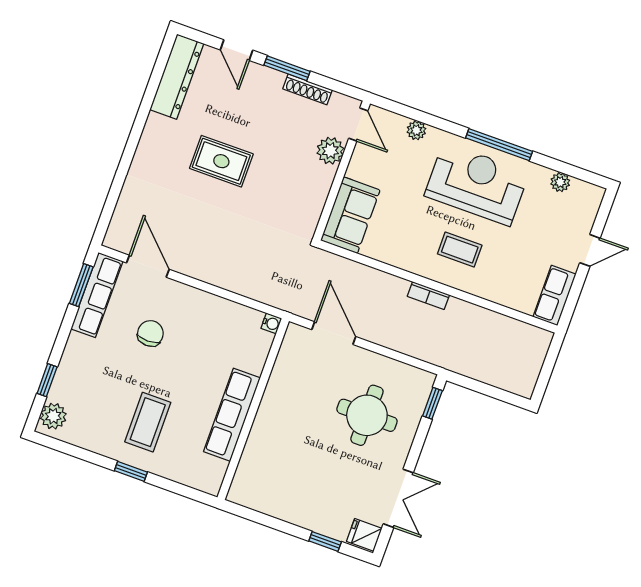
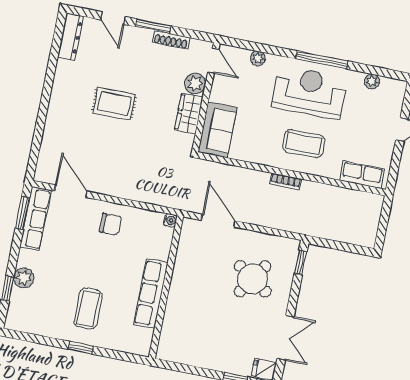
dresser: (177, 77) -> (71, 36), width x0.73, depth x0.80
wardrobe: (316, 188) -> (189, 114), added
coffee table: (460, 250) -> (304, 143), width x1.36, depth x1.30
row of seats: (554, 295) -> (362, 175), moved, turned 90
chair: (150, 333) -> (110, 224), moved, turned 90
round table: (367, 415) -> (253, 279), turned 34
plant: (53, 416) -> (24, 278), moved

